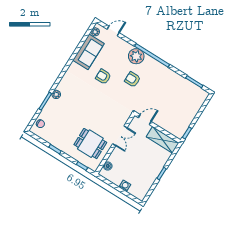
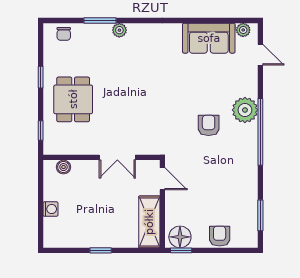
armchair: (103, 77) -> (220, 236), moved
floor lamp: (180, 129) -> (180, 237), added
dining table: (90, 144) -> (73, 99), moved

